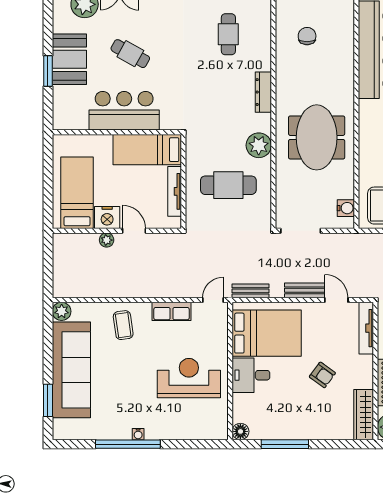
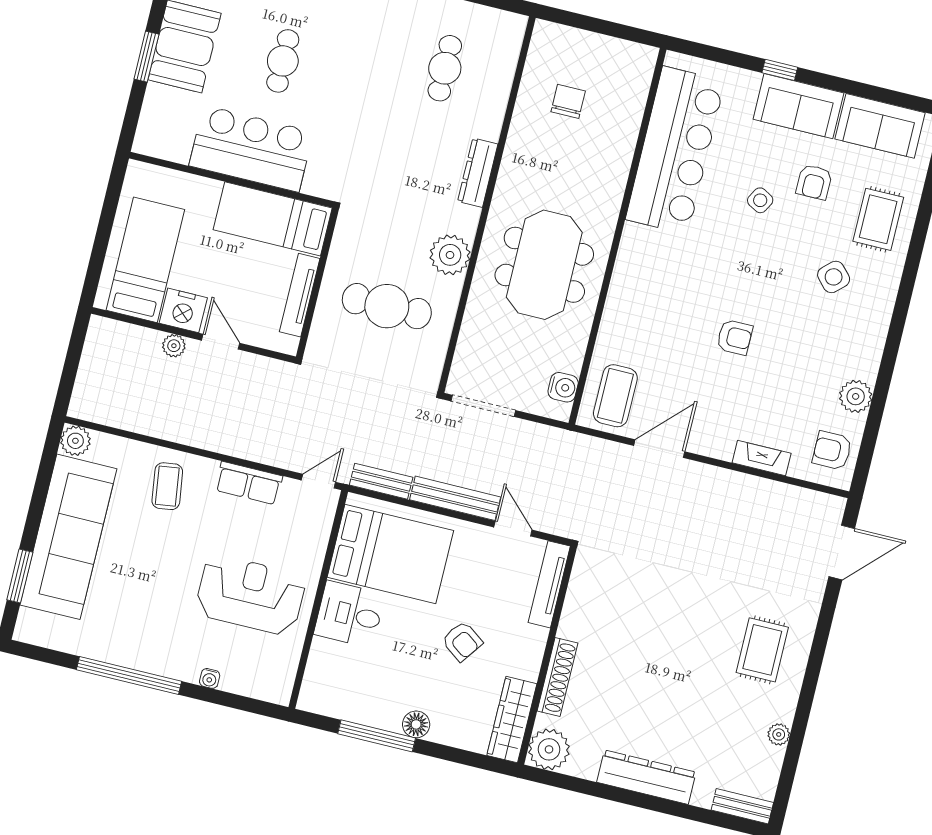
cafe table: (130, 54) -> (283, 61), turned 61
bench: (305, 290) -> (455, 498), width x1.36
floor lamp: (240, 431) -> (416, 724), moved
water cooler: (138, 434) -> (210, 678), moved

